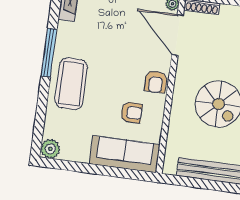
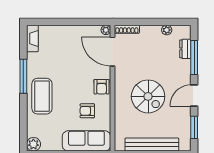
armchair: (131, 113) -> (87, 111), turned 180

